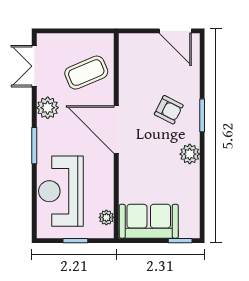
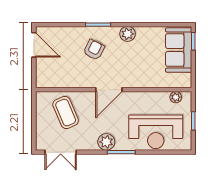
door: (175, 31) -> (34, 45), hinge flipped
plant: (48, 108) -> (106, 142), moved
door: (116, 130) -> (109, 90), width x0.73
sofa: (149, 221) -> (179, 50), moved

